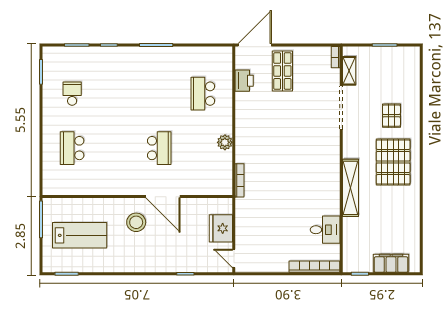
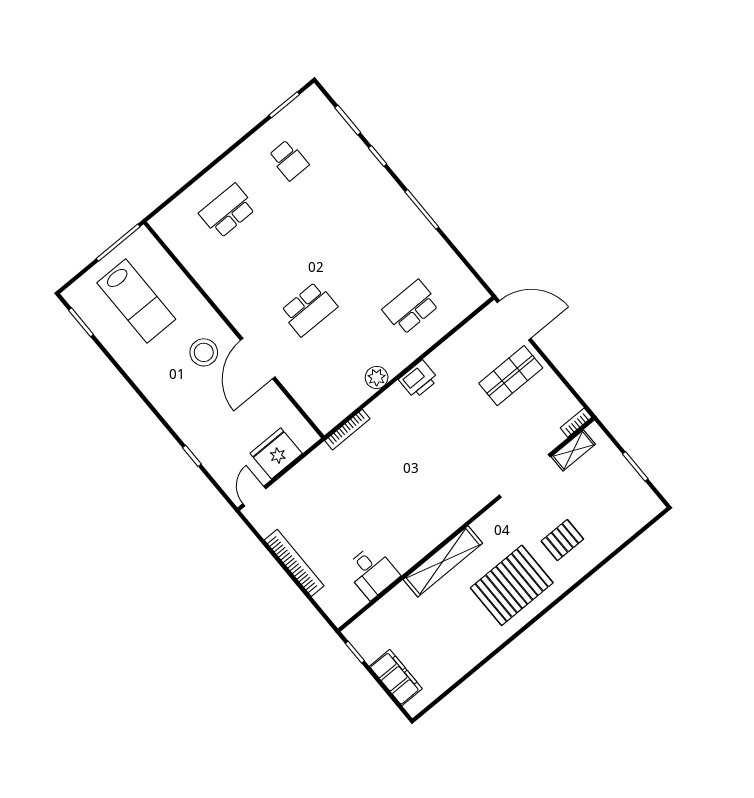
printer: (244, 81) -> (419, 379), moved
school desk: (72, 94) -> (289, 160), turned 90
bookcase: (314, 267) -> (294, 563), moved

